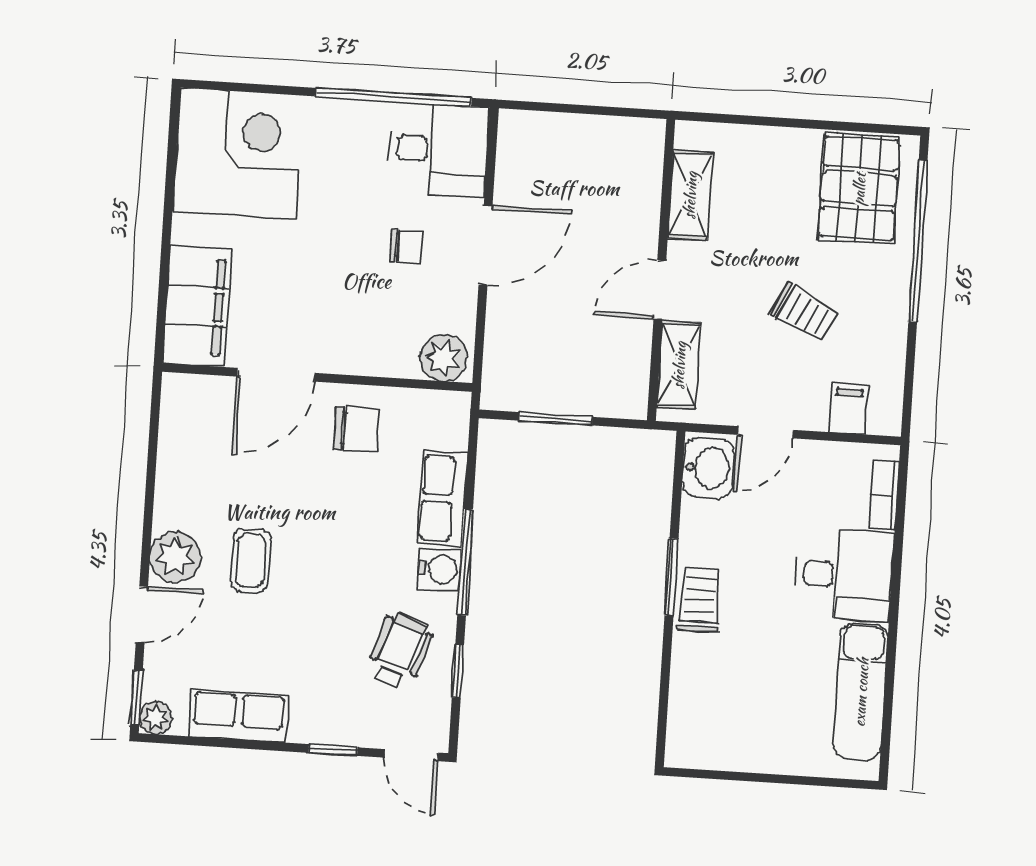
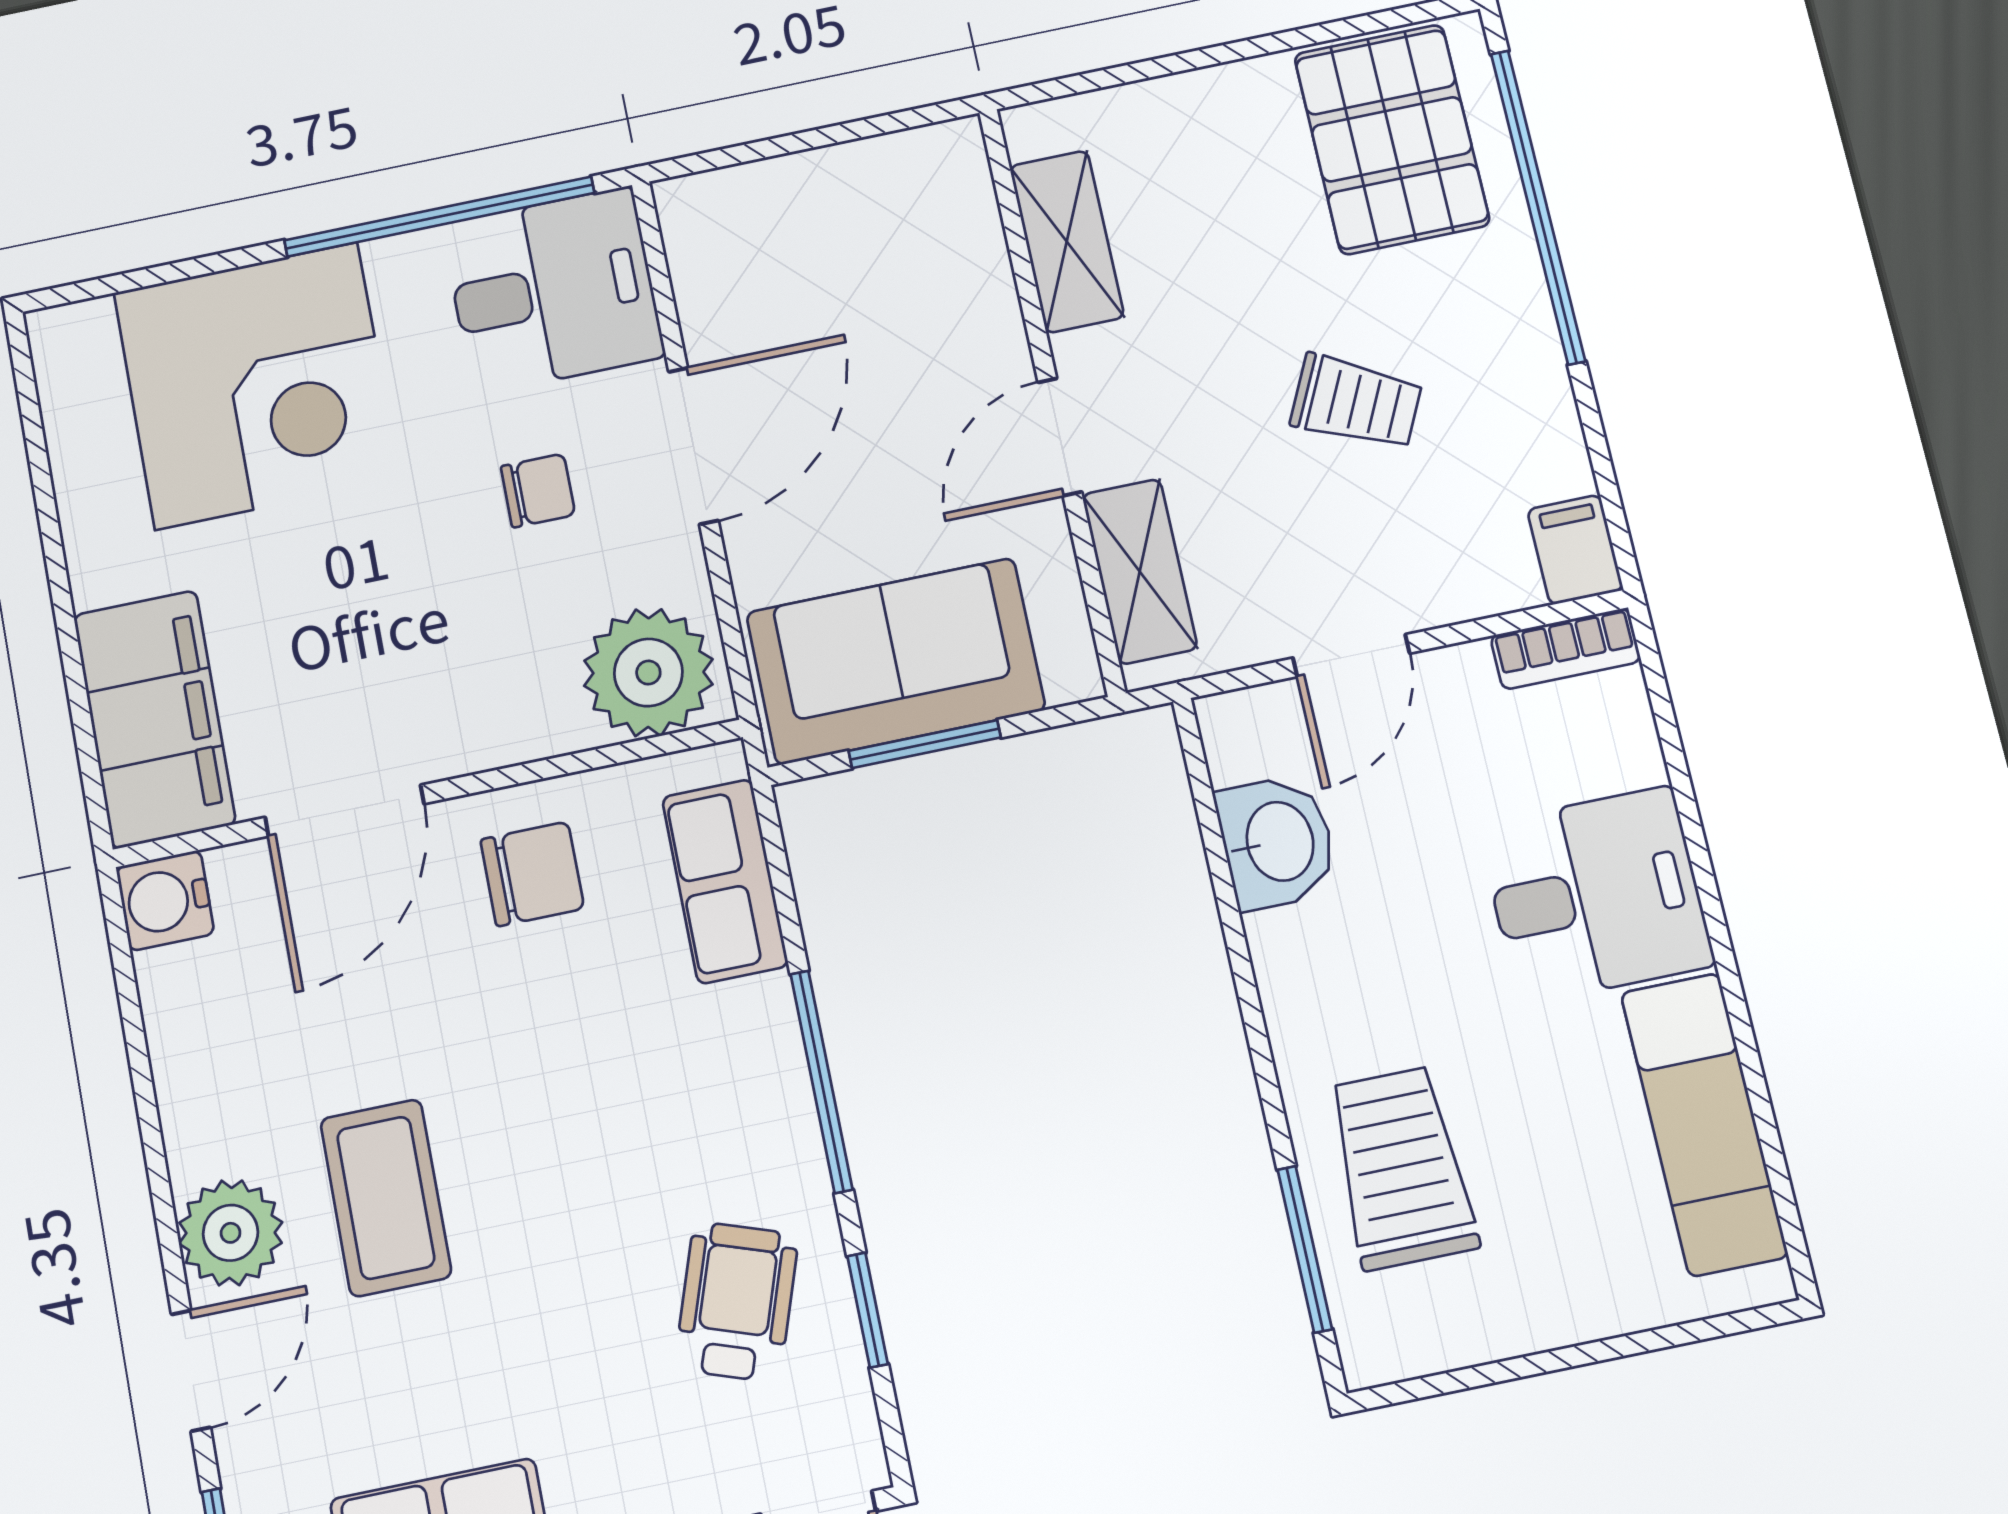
corner desk: (238, 154) -> (257, 385), moved, turned 90
plant: (444, 358) -> (648, 673), width x1.36, depth x1.36
sofa: (553, 376) -> (895, 661), added
filing cabinet: (849, 409) -> (1575, 550), moved
washbasin: (708, 468) -> (1277, 842), moved
bookcase: (884, 495) -> (1566, 649), moved, turned -90
row of seats: (443, 499) -> (725, 881), moved
coffee table: (251, 561) -> (386, 1198), width x1.36, depth x1.30
water cooler: (439, 569) -> (165, 900), moved, turned 180
window: (672, 577) -> (1305, 1249), moved
trolley: (700, 600) -> (1401, 1168), moved, width x1.36, depth x1.39

